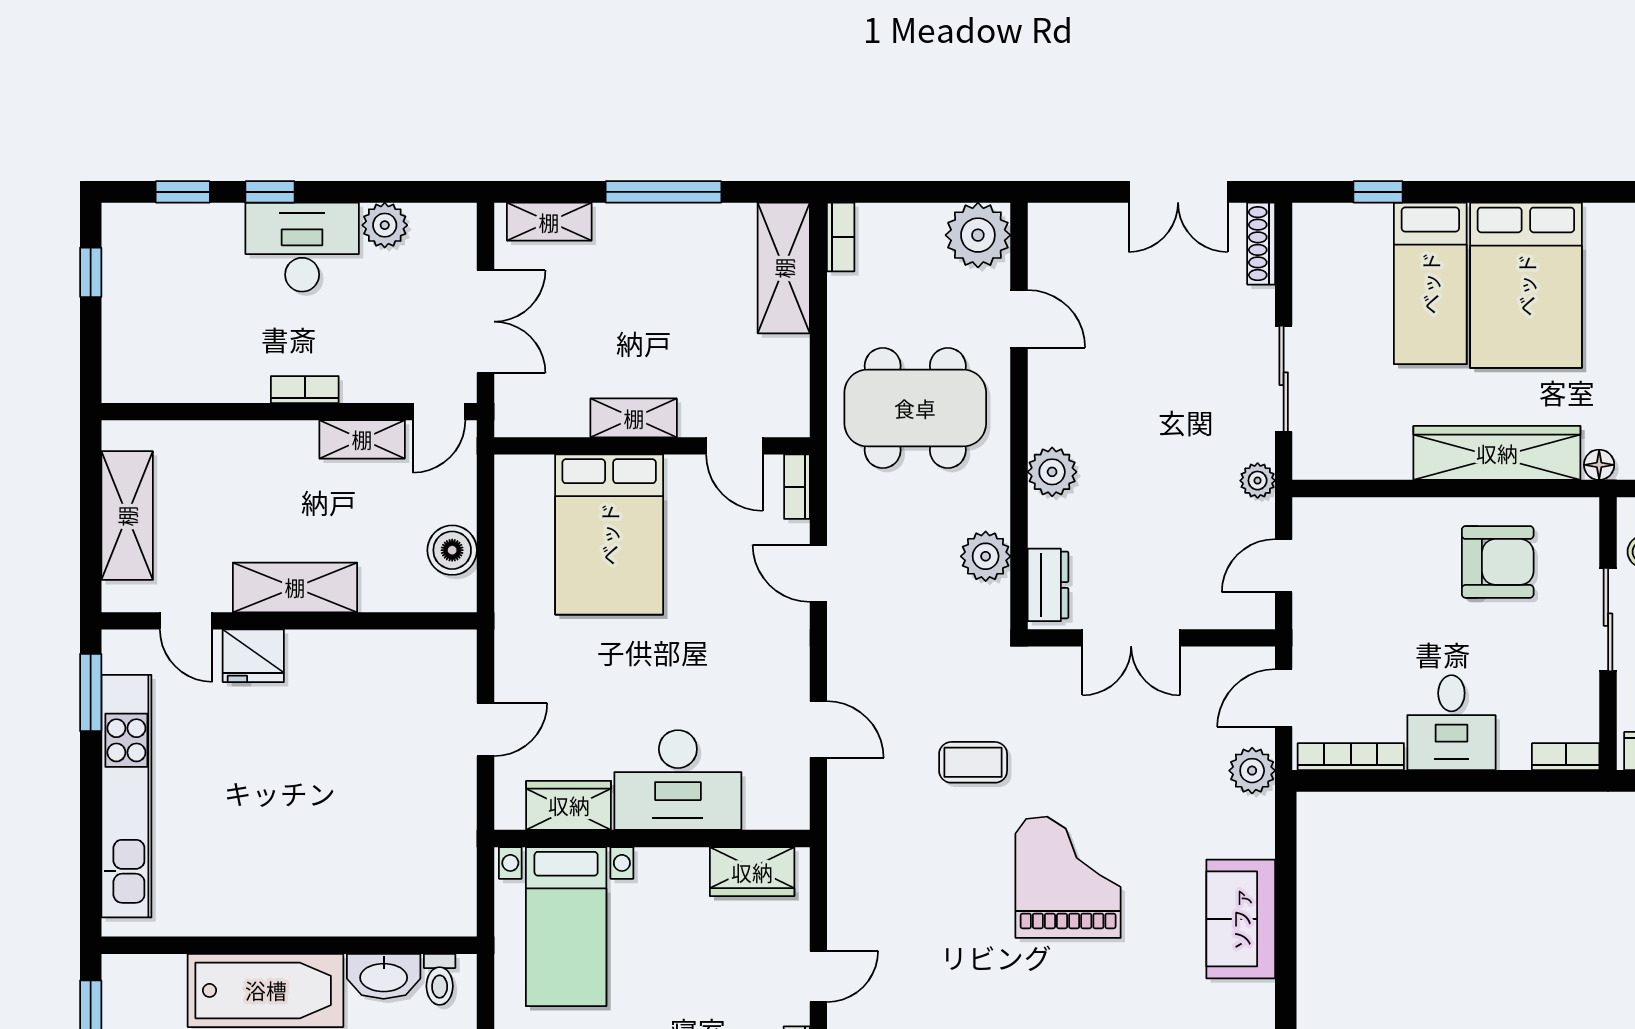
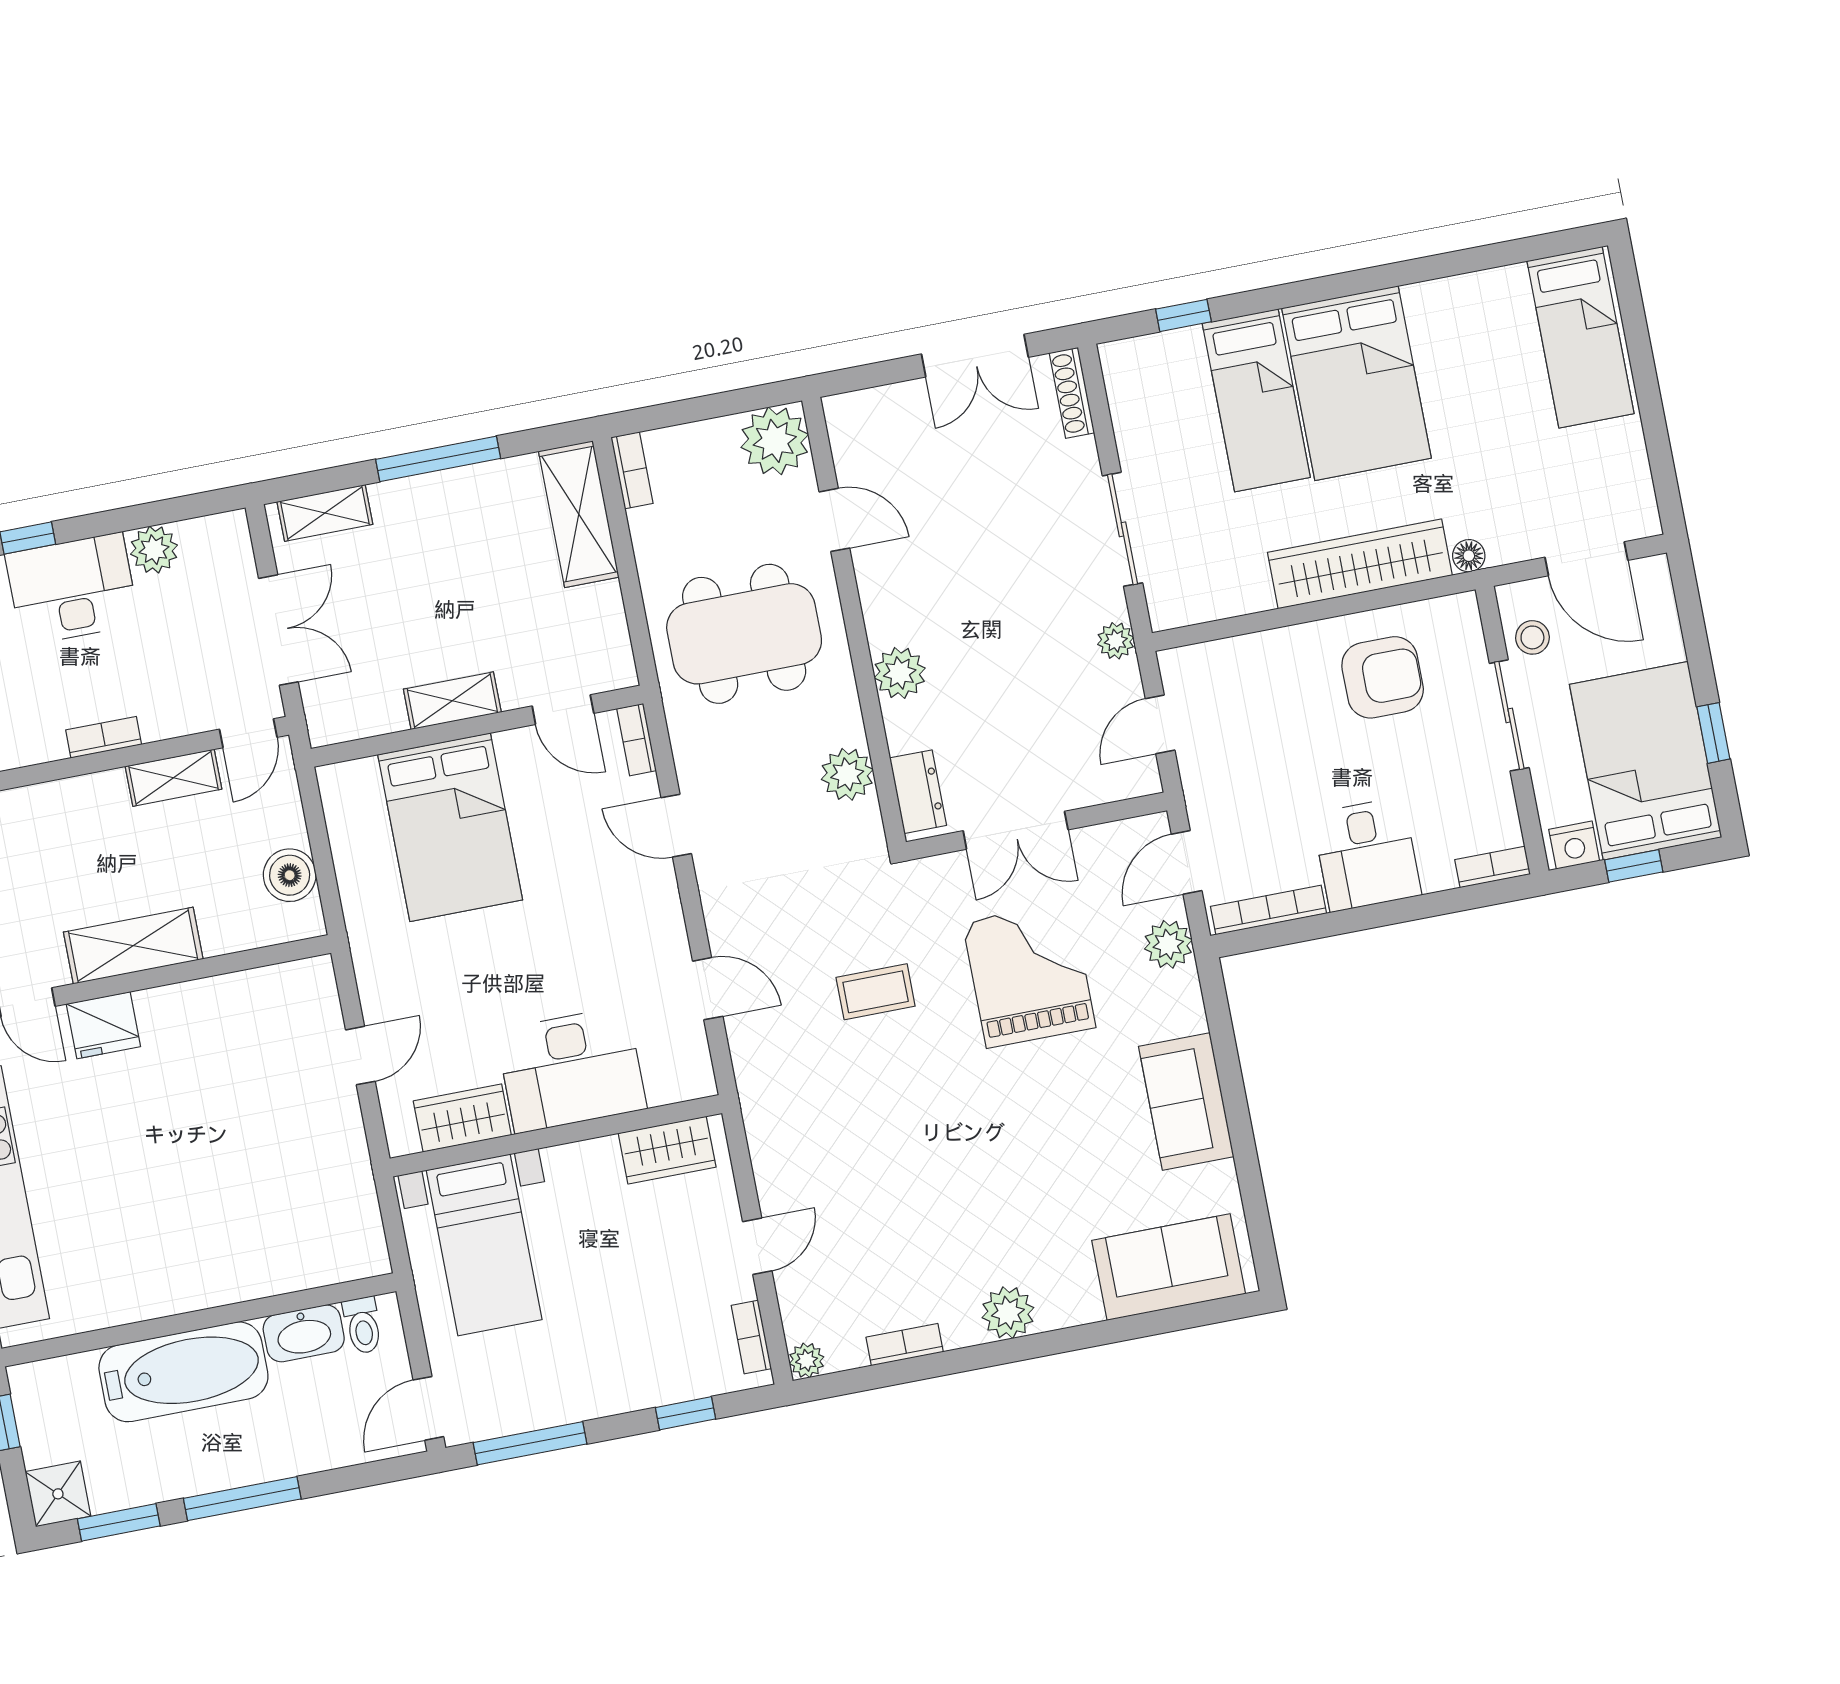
grand piano: (1068, 877) -> (1029, 975), moved

